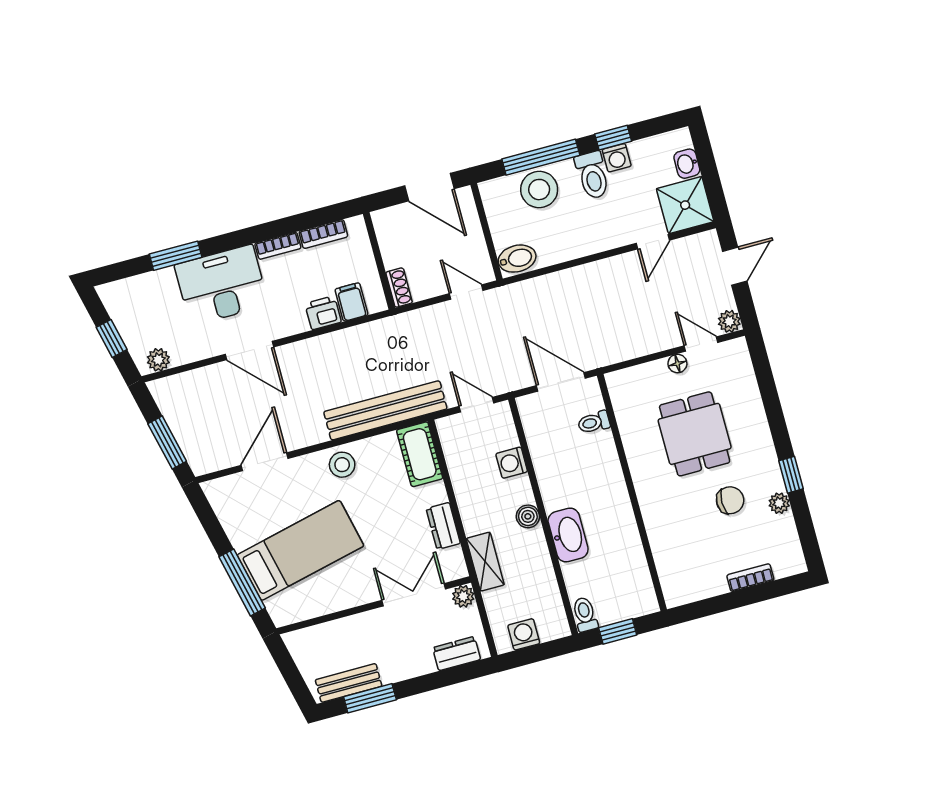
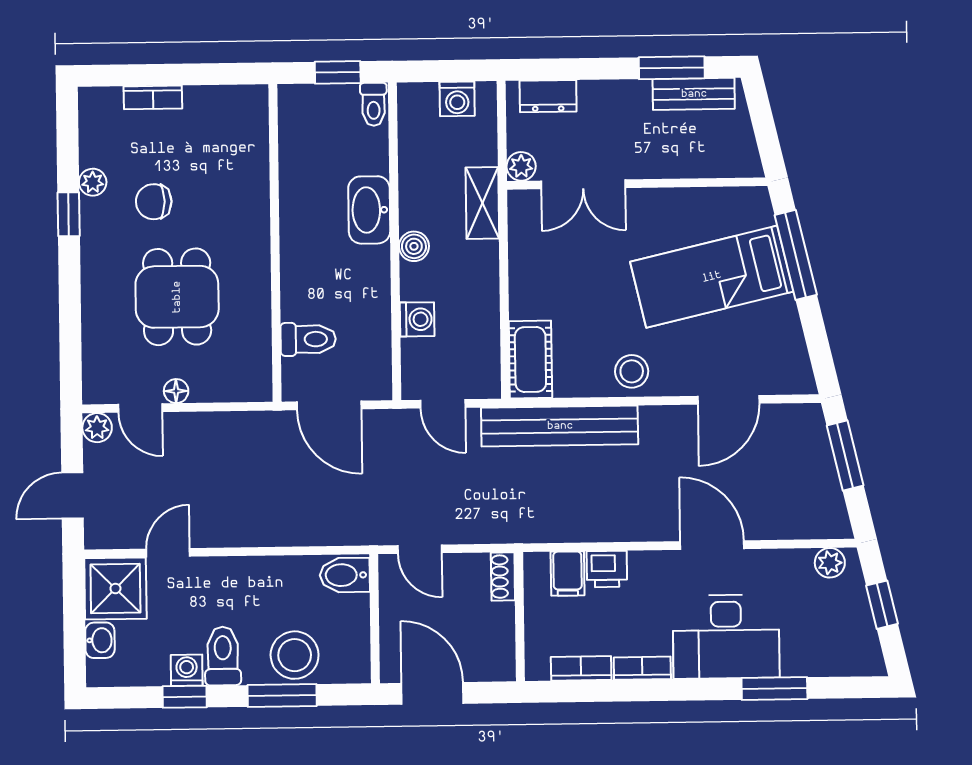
window: (541, 157) -> (282, 695), width x0.69
toilet: (594, 422) -> (308, 339), width x1.37, depth x1.39
dresser: (443, 526) -> (524, 261), removed

